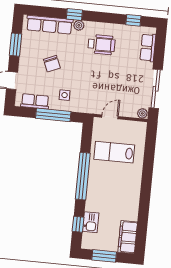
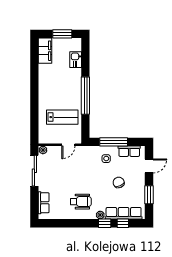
window: (133, 20) -> (123, 223), moved
wheelchair: (102, 45) -> (81, 202), turned 180
window: (78, 224) -> (85, 57), removed

